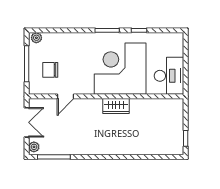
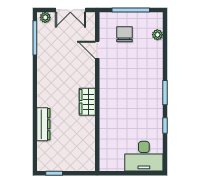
plant: (36, 38) -> (157, 35), moved
corner desk: (120, 69) -> (126, 106), removed
desk: (169, 76) -> (144, 156), moved
dresser: (138, 149) -> (43, 124), added

